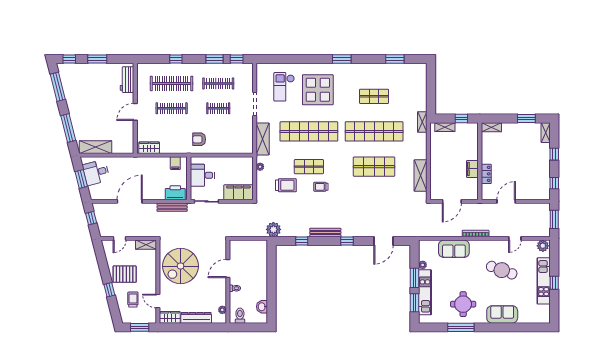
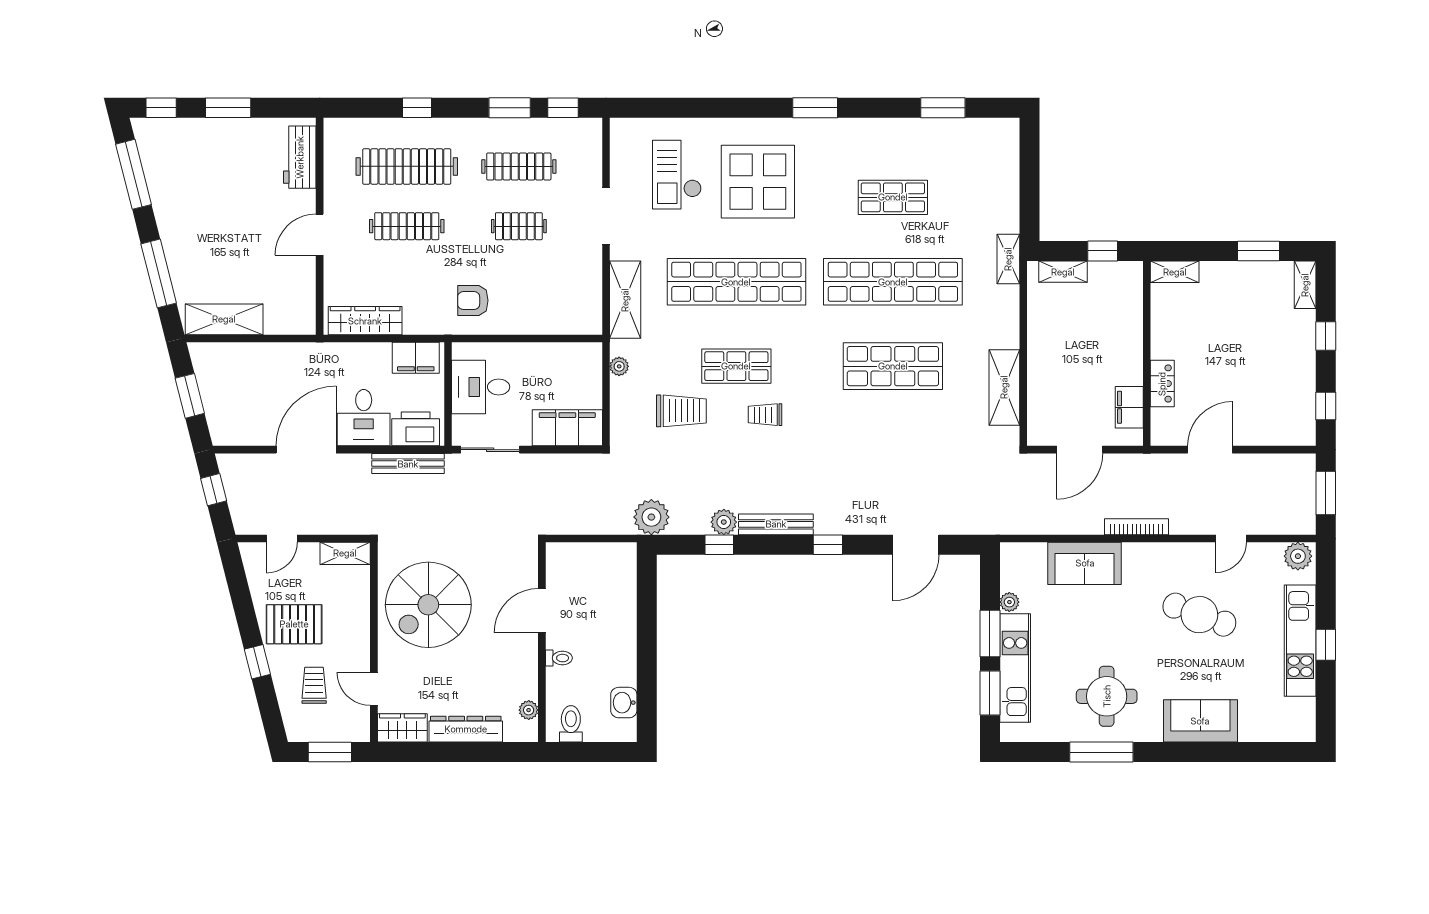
wardrobe: (149, 148) -> (365, 321), width x1.50
filing cabinet: (175, 163) -> (416, 358), width x2.00
filing cabinet: (472, 169) -> (1129, 407), moved
desk: (96, 172) -> (364, 418), moved, turned -76
plant: (304, 232) -> (724, 522), added

